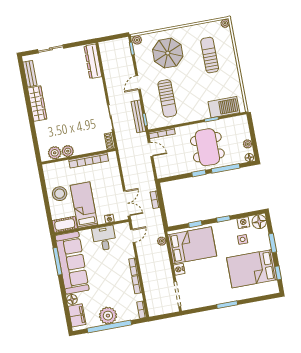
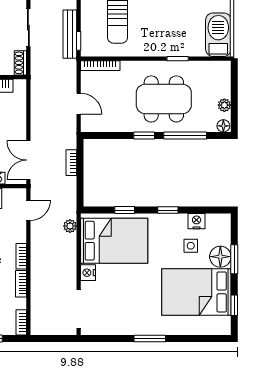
barbecue: (224, 107) -> (218, 35), moved, turned -90
dining table: (207, 147) -> (164, 99), turned 90
door: (151, 150) -> (79, 104), moved
double door: (127, 203) -> (28, 160), swing flipped
floor lamp: (259, 222) -> (220, 257), moved

